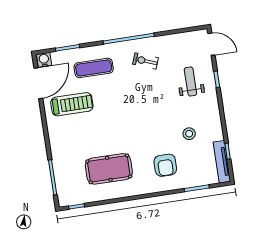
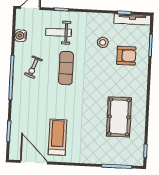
water cooler: (44, 60) -> (21, 36), moved
exercise mat: (94, 68) -> (66, 68), moved
armchair: (165, 165) -> (126, 56), moved

